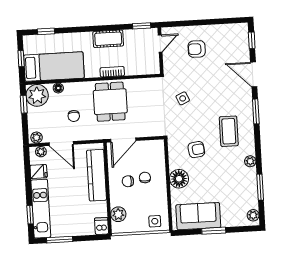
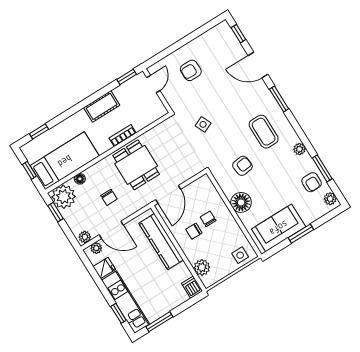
armchair: (245, 194) -> (312, 182), added

